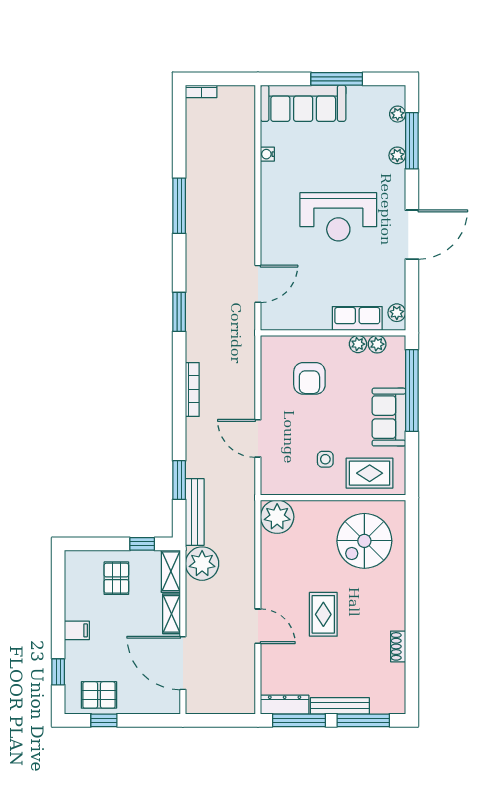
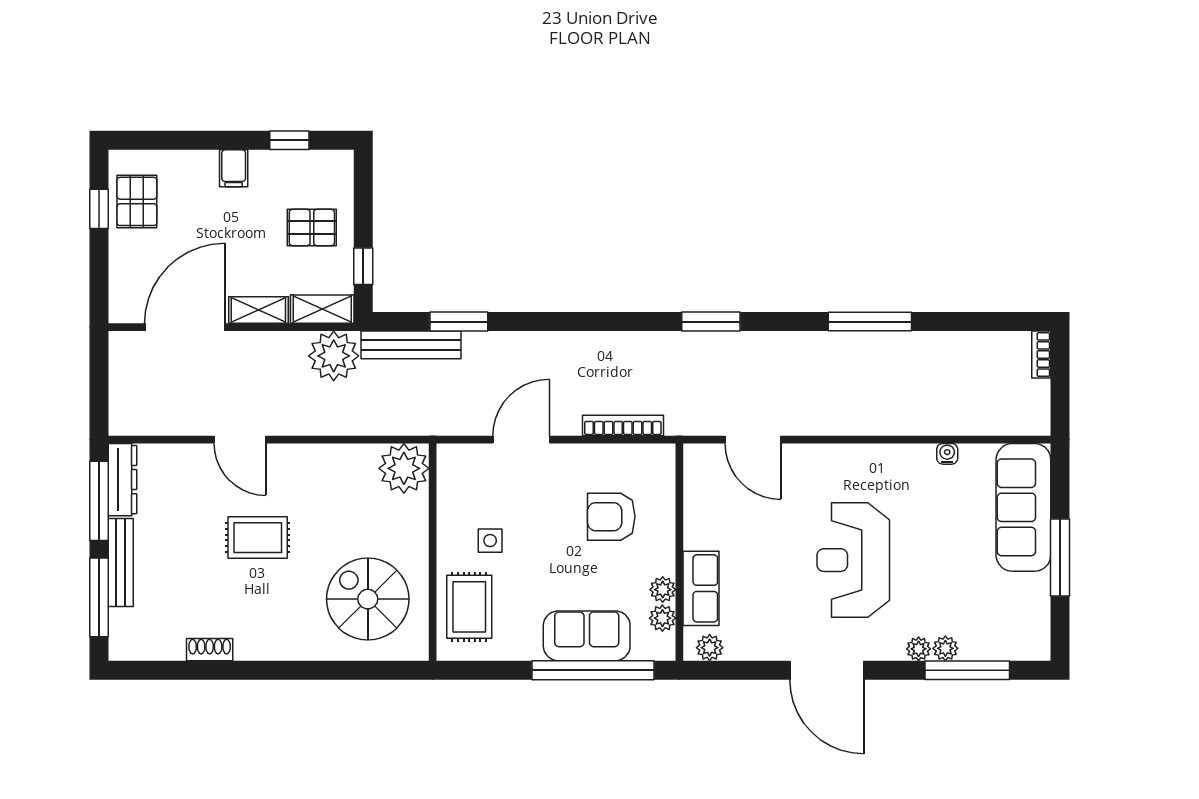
plant: (398, 114) -> (919, 649), moved
bookcase: (192, 389) -> (623, 426), moved, turned 180
sofa: (389, 417) -> (587, 636), moved
door: (258, 626) -> (240, 440), hinge flipped
window: (58, 672) -> (289, 140), moved

